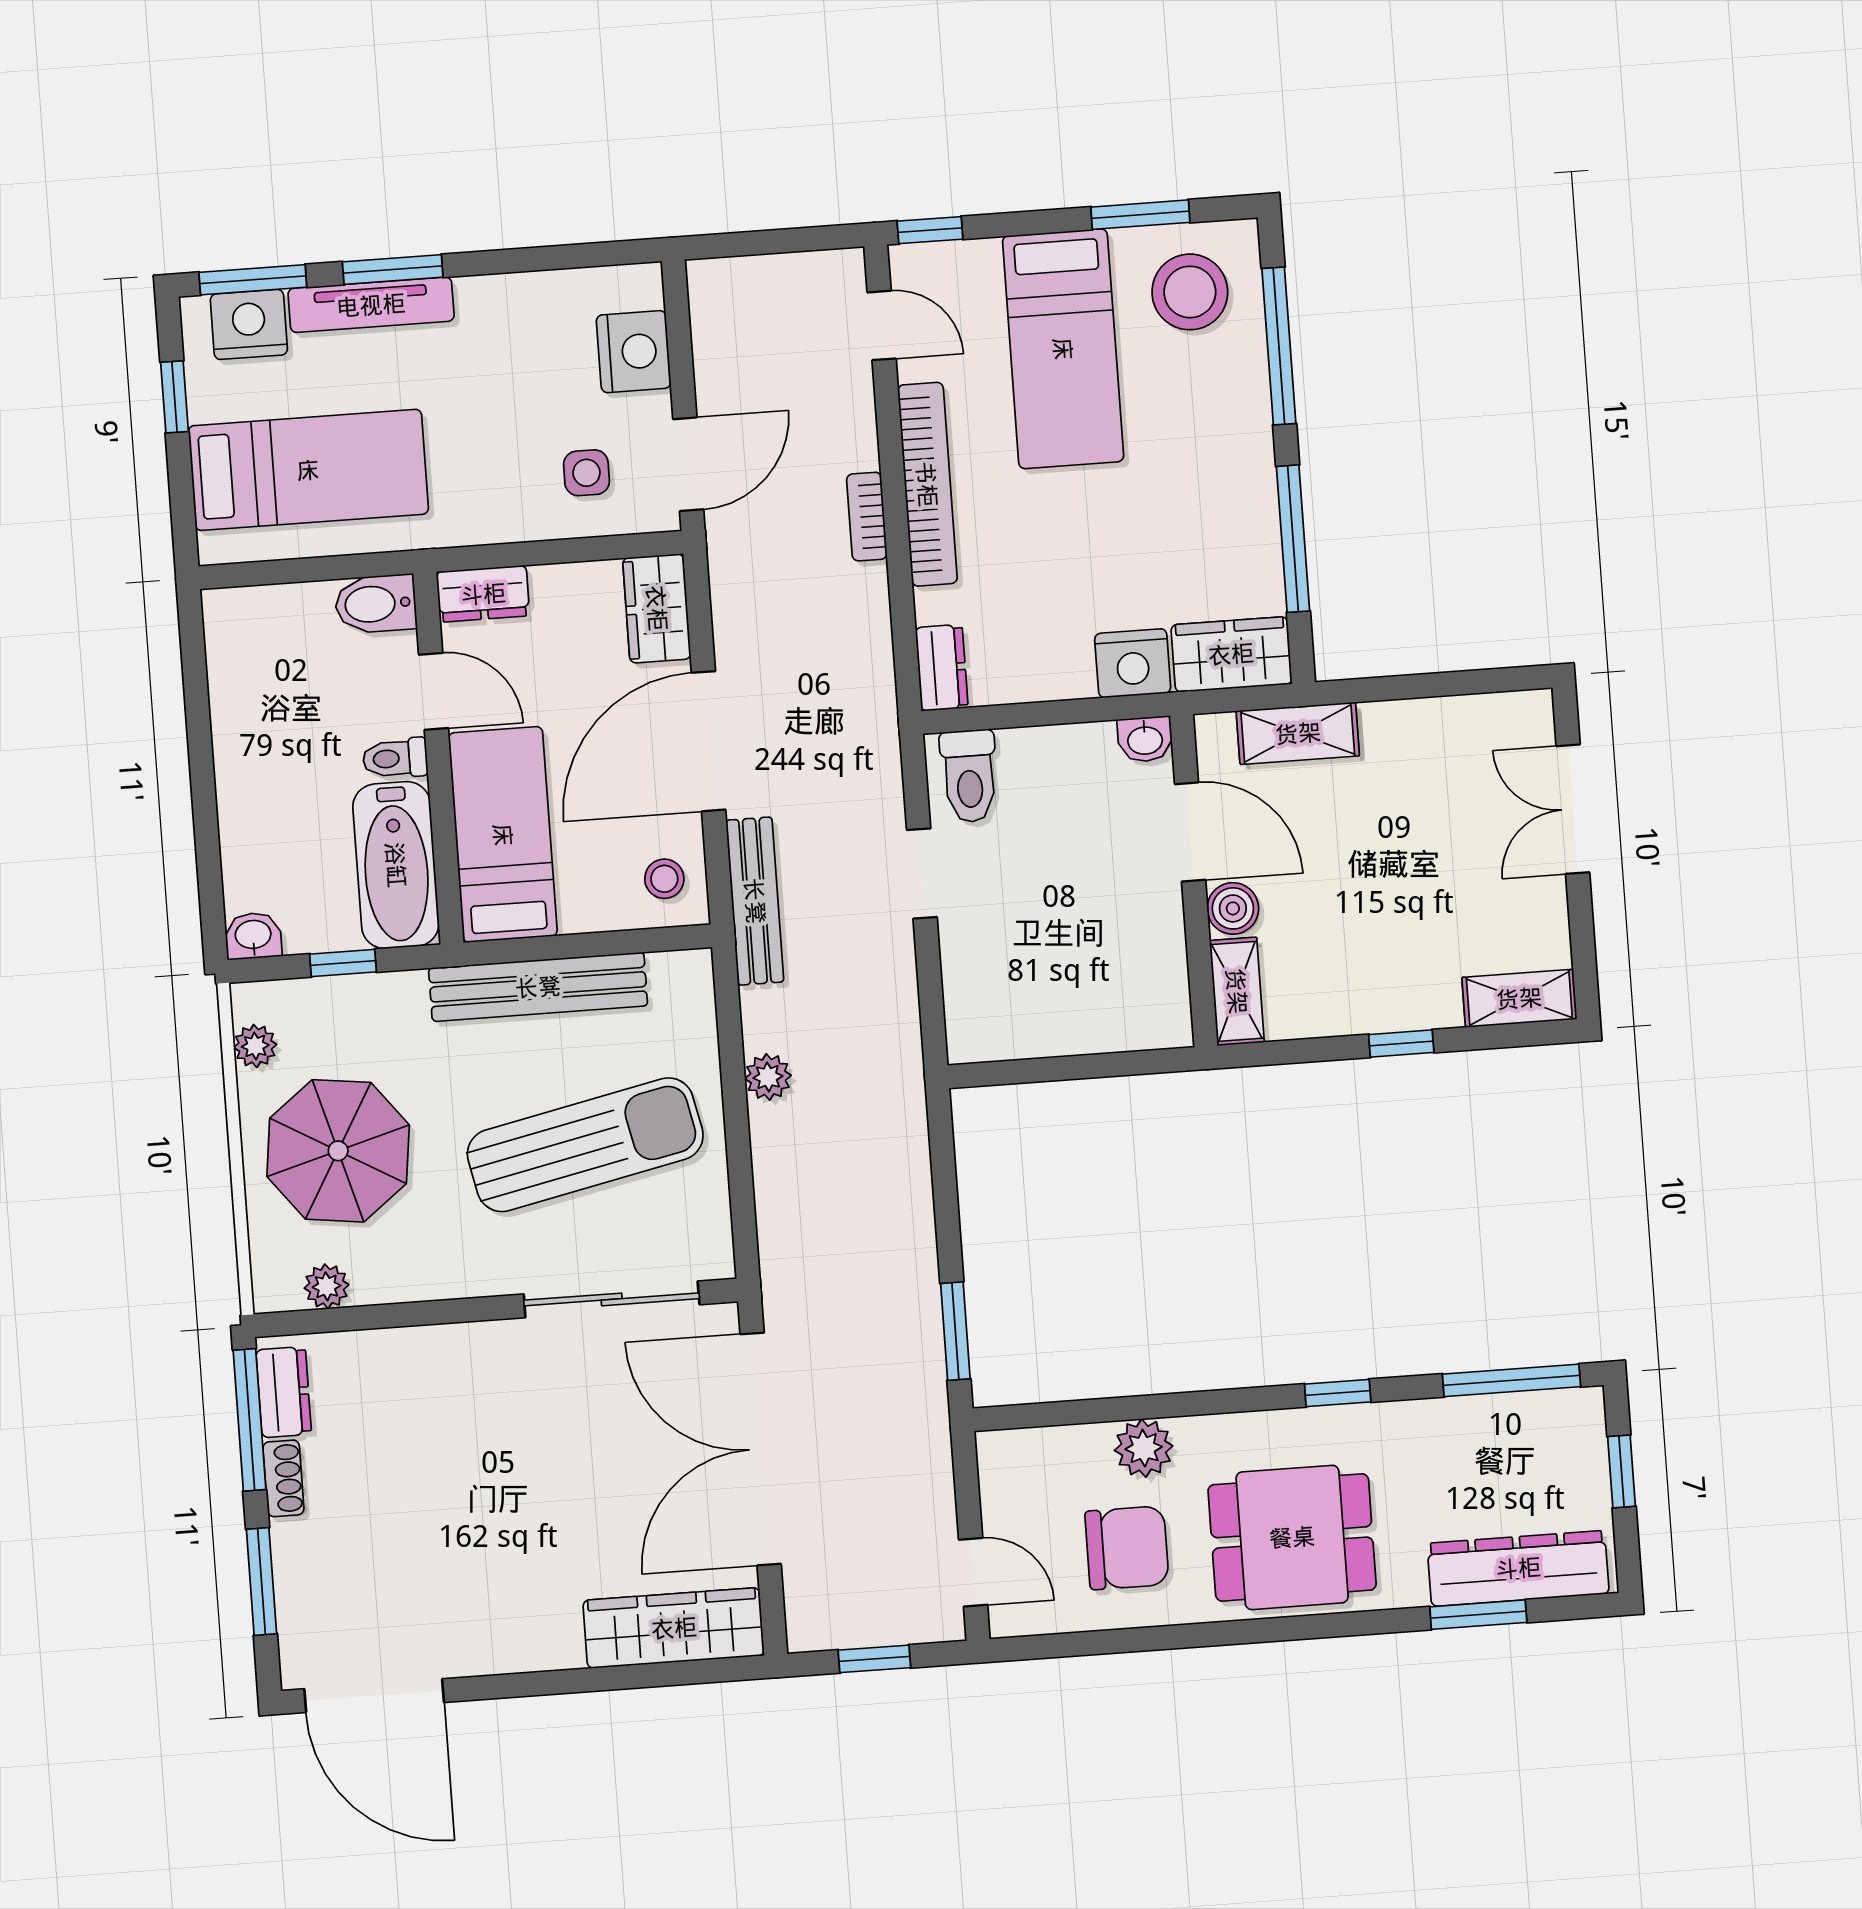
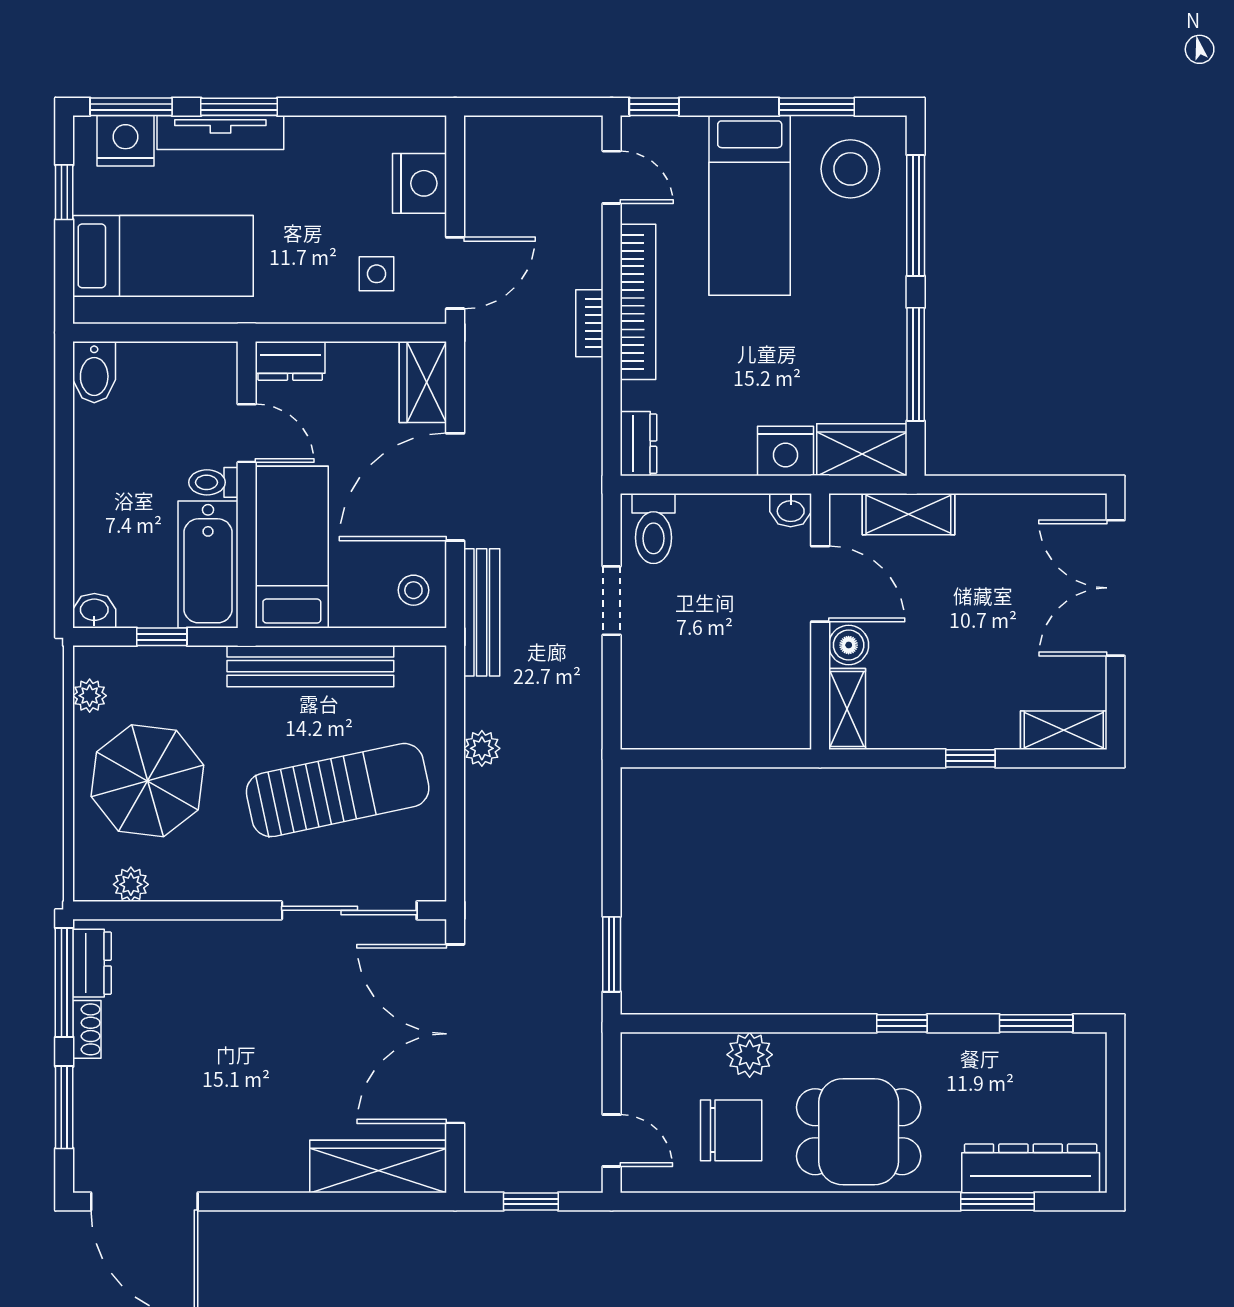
bidet: (376, 604) -> (94, 372), moved, turned -90
double door: (1573, 809) -> (1116, 588), width x1.37
window: (1511, 1380) -> (1036, 1023), width x0.69
window: (1622, 1471) -> (1116, 1100), removed

